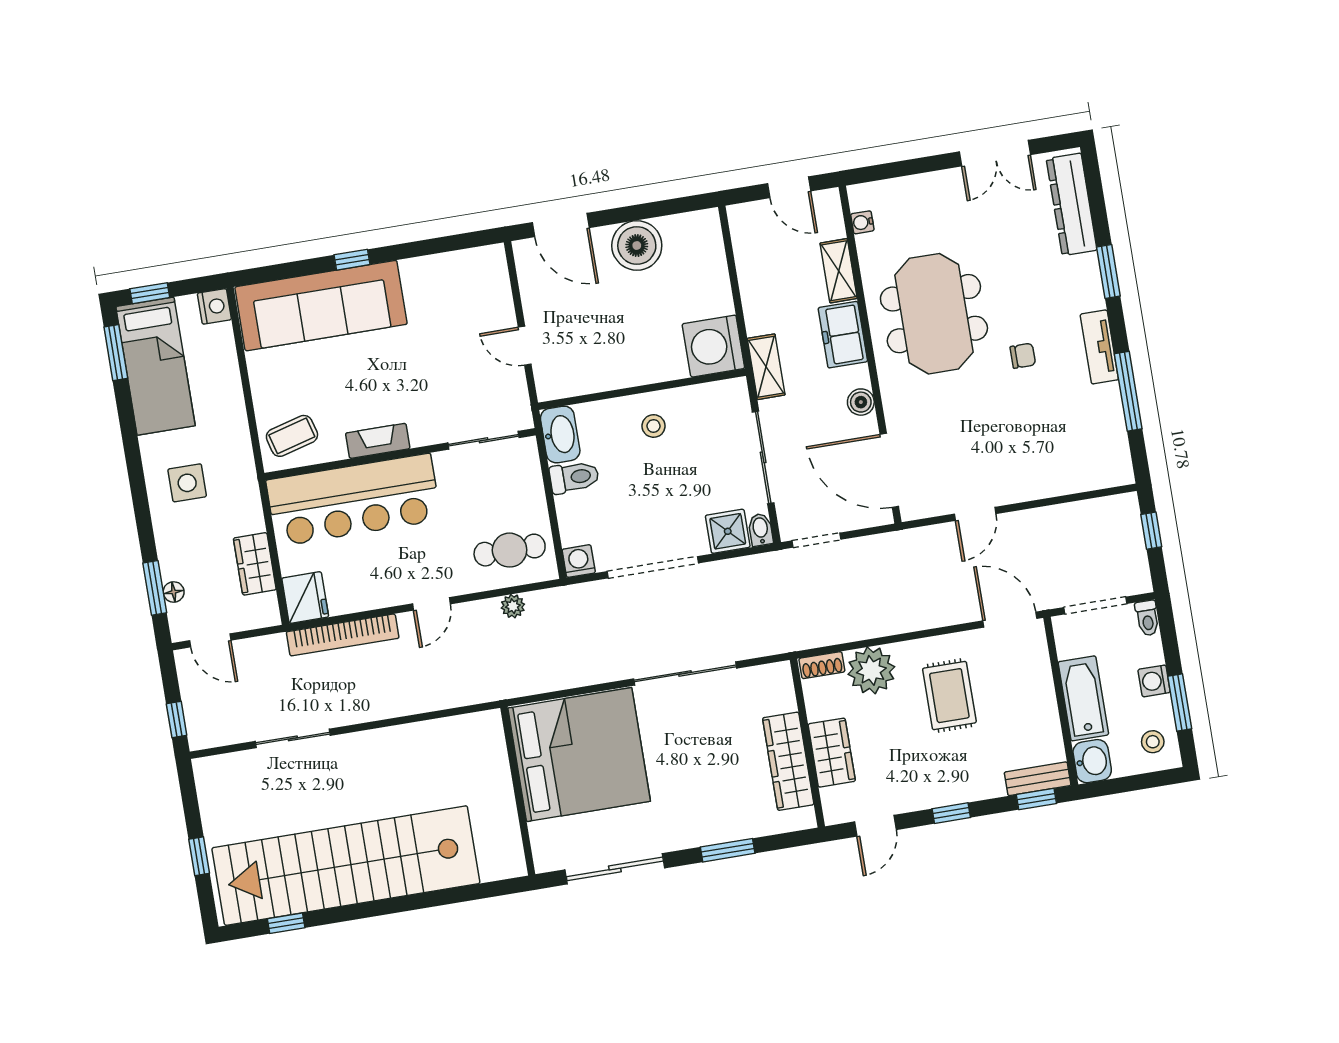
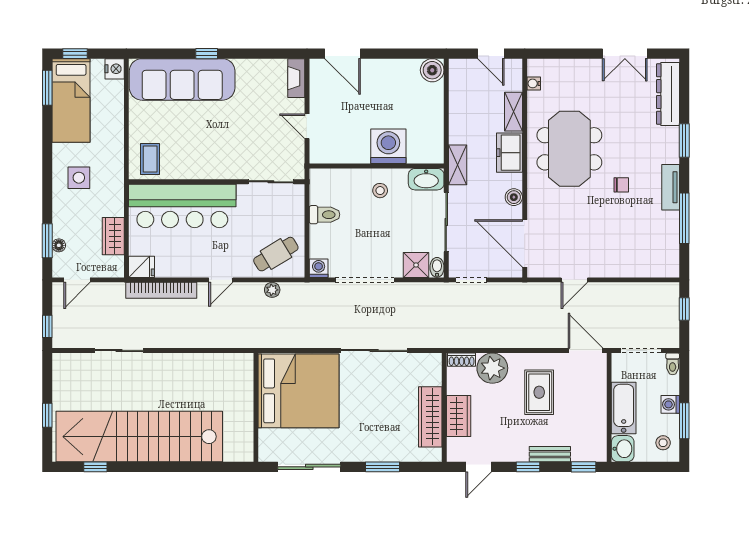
boiler: (637, 245) -> (432, 70), moved, width x0.73, depth x0.73
washing machine: (713, 346) -> (388, 146), moved, turned 90
washbasin: (560, 434) -> (426, 179), moved, turned 90
coffee table: (292, 436) -> (150, 159), turned -75
fireplace: (378, 441) -> (296, 78), moved, turned -90
cafe table: (510, 550) -> (276, 254), turned -31
fridge: (305, 598) -> (142, 267), width x0.72
door: (210, 640) -> (77, 280), hinge flipped
bench: (1038, 779) -> (550, 454), moved

